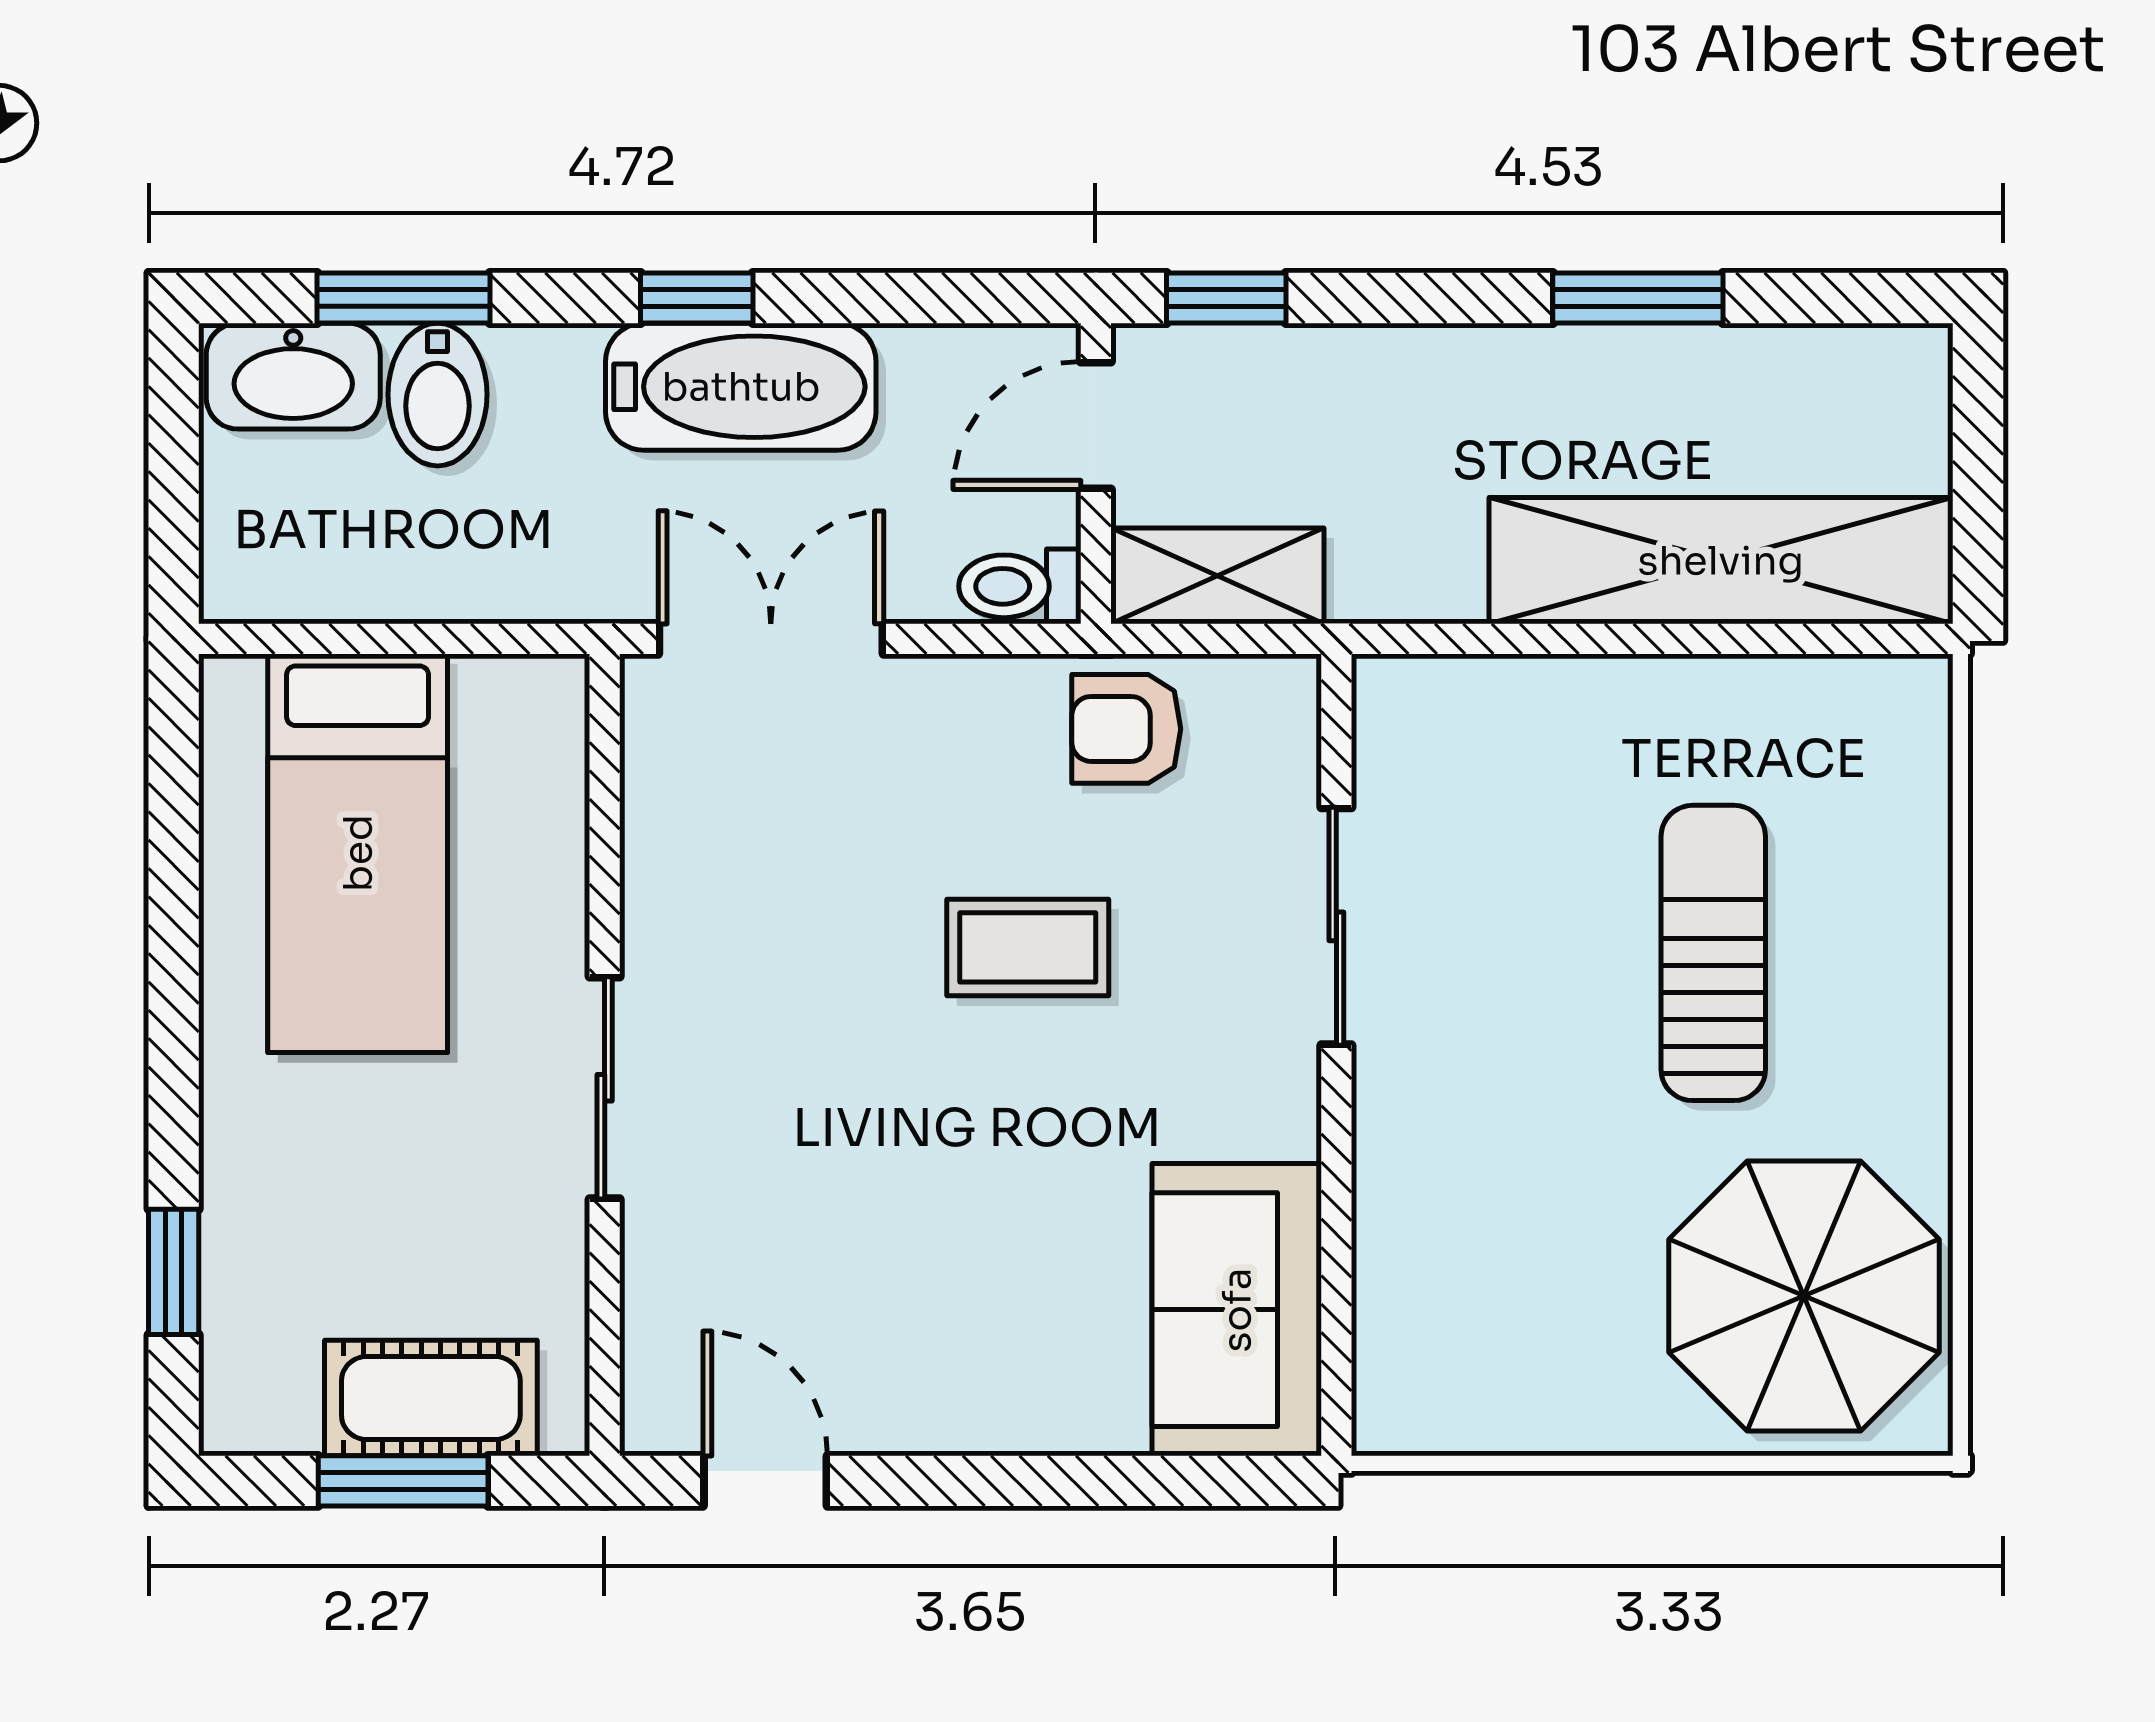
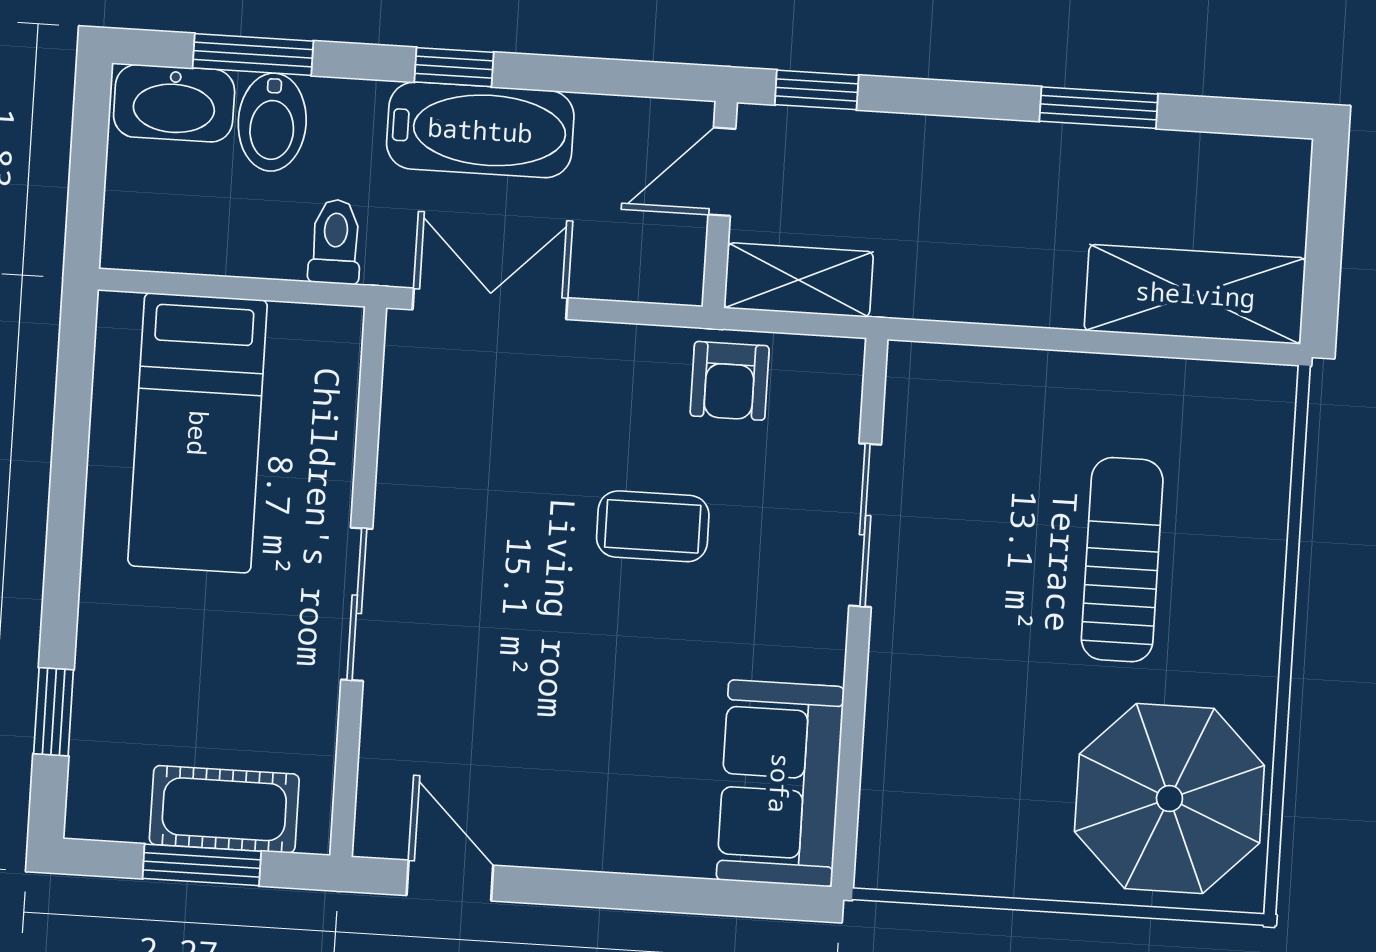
shelving: (1721, 561) -> (1195, 294), width x0.68
toilet: (1020, 586) -> (335, 242), moved, turned 90
armchair: (1126, 729) -> (730, 381), turned -90

